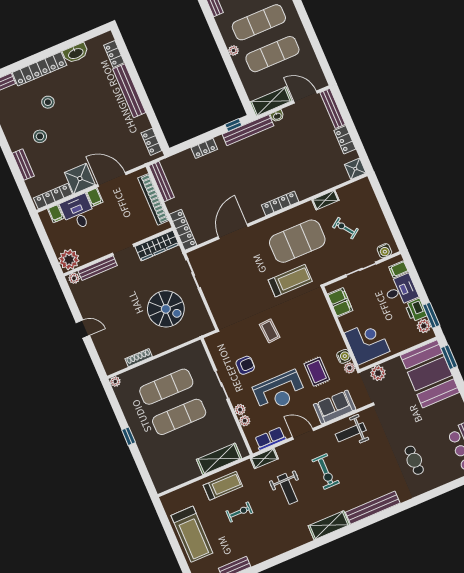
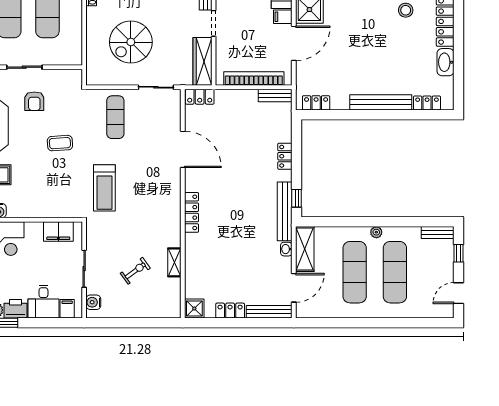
bench: (161, 181) -> (275, 95), width x0.73
locker: (183, 230) -> (200, 97), width x0.66
exercise mat: (297, 241) -> (115, 117), moved, width x0.50, depth x0.69

